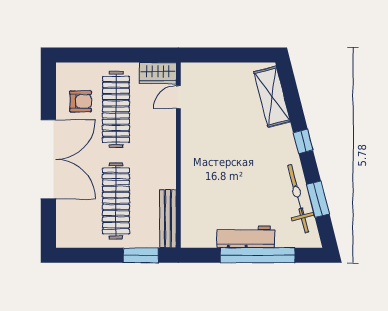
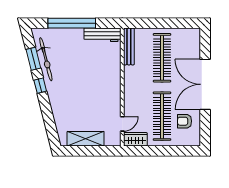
shelving: (272, 97) -> (86, 139), moved, turned -76
window: (303, 141) -> (40, 86), moved
workbench: (246, 237) -> (102, 35), moved
window: (141, 255) -> (146, 23), removed

